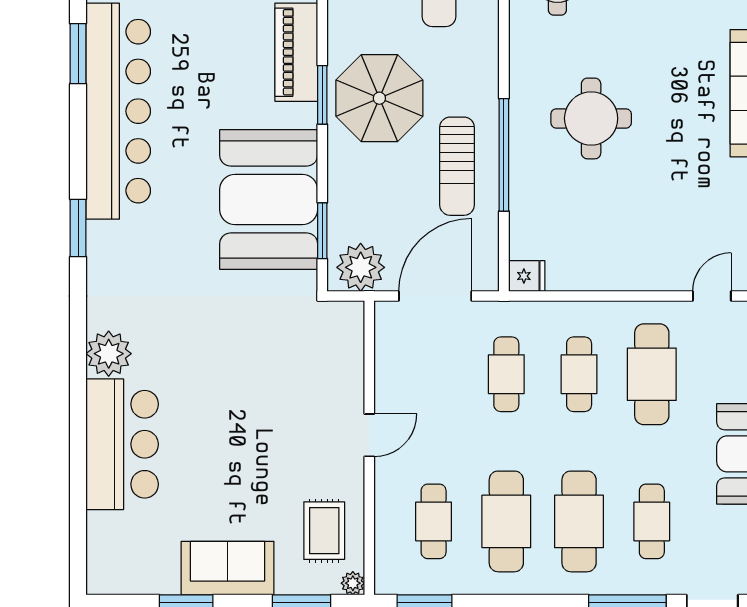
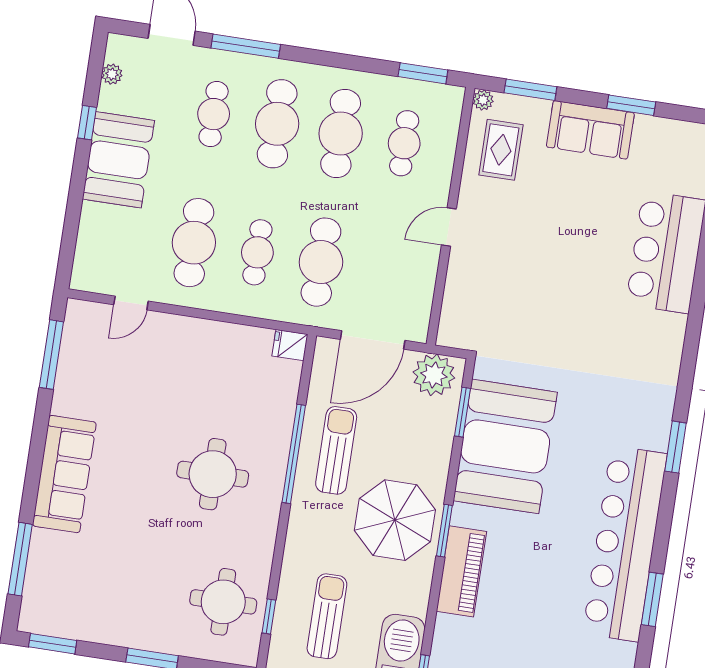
plant: (109, 354) -> (666, 333), removed
cafe table: (506, 374) -> (321, 262), width x1.37, depth x1.35

